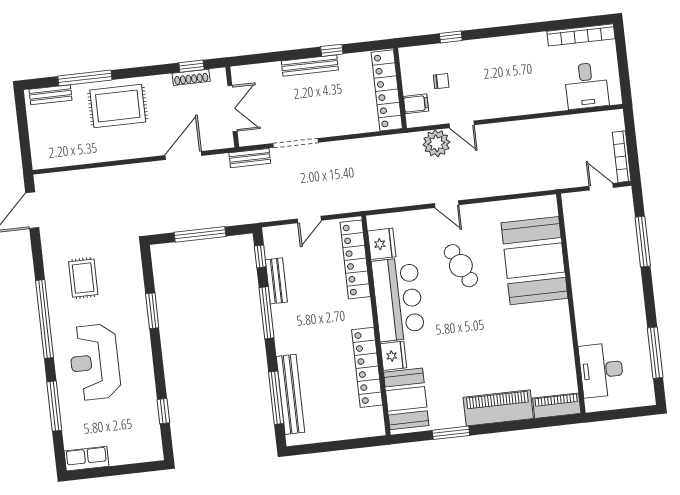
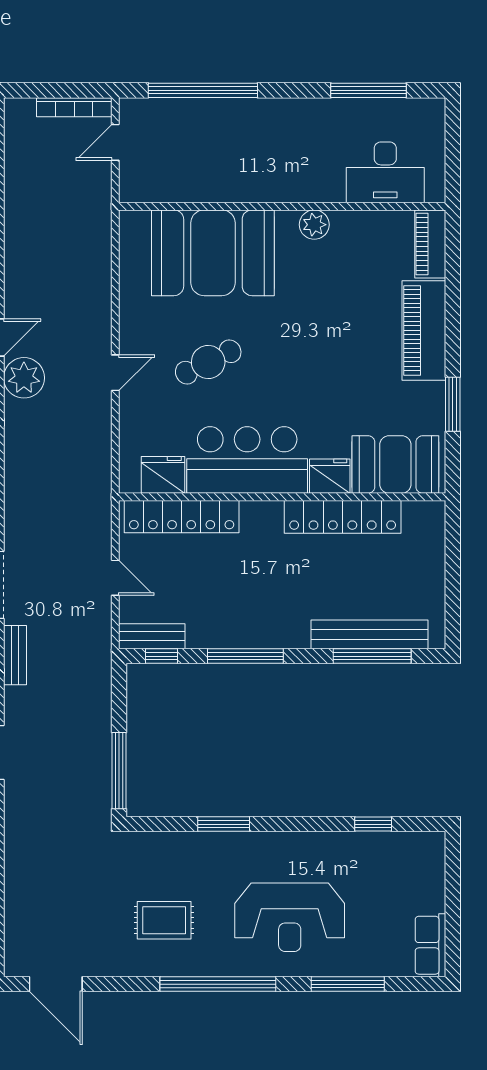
window: (200, 234) -> (119, 771), moved
window: (643, 242) -> (203, 90), width x1.46
bench: (276, 281) -> (152, 636), moved
plant: (561, 326) -> (314, 225), added

